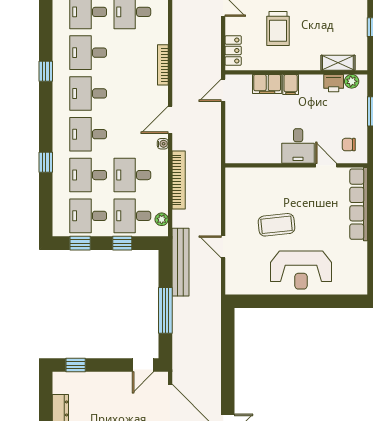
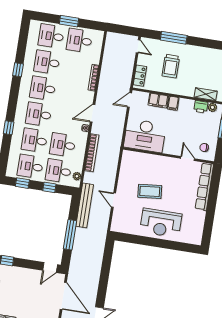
desk: (298, 146) -> (145, 136), moved, width x1.87, depth x1.30

